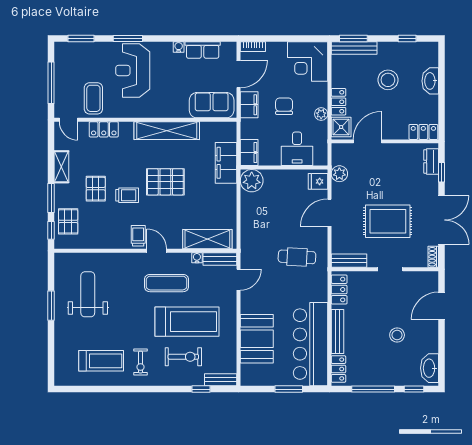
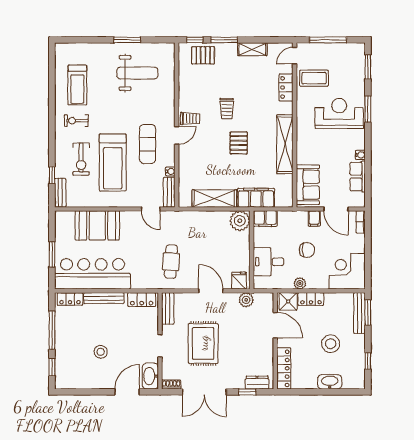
filing cabinet: (249, 105) -> (314, 219), width x0.50
locker: (423, 132) -> (284, 368), width x1.53
pallet: (165, 182) -> (239, 143), width x0.67, depth x0.71
pallet: (96, 189) -> (233, 80), removed
shelving: (207, 239) -> (214, 199), moved, turned 90
door: (442, 306) -> (127, 392), hinge flipped
washbasin: (430, 368) -> (150, 376), moved, turned -90

